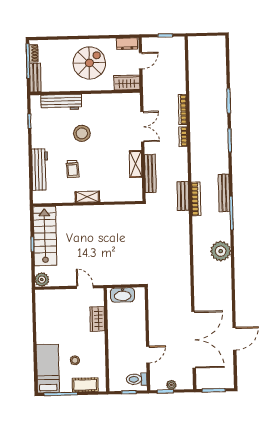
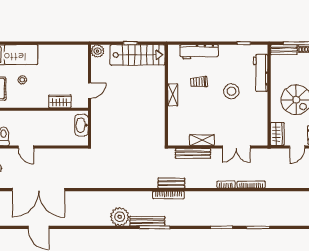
door: (141, 61) -> (297, 147), hinge flipped
bench: (224, 193) -> (147, 221), moved

